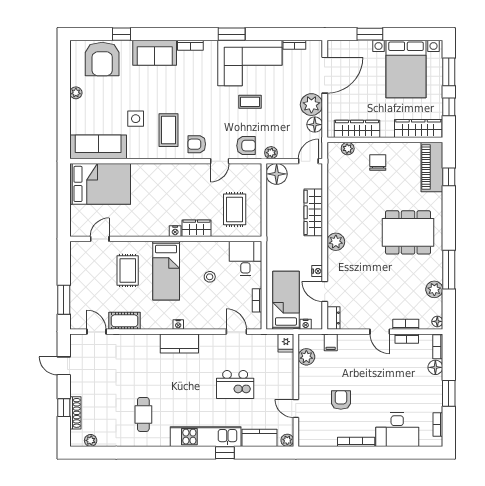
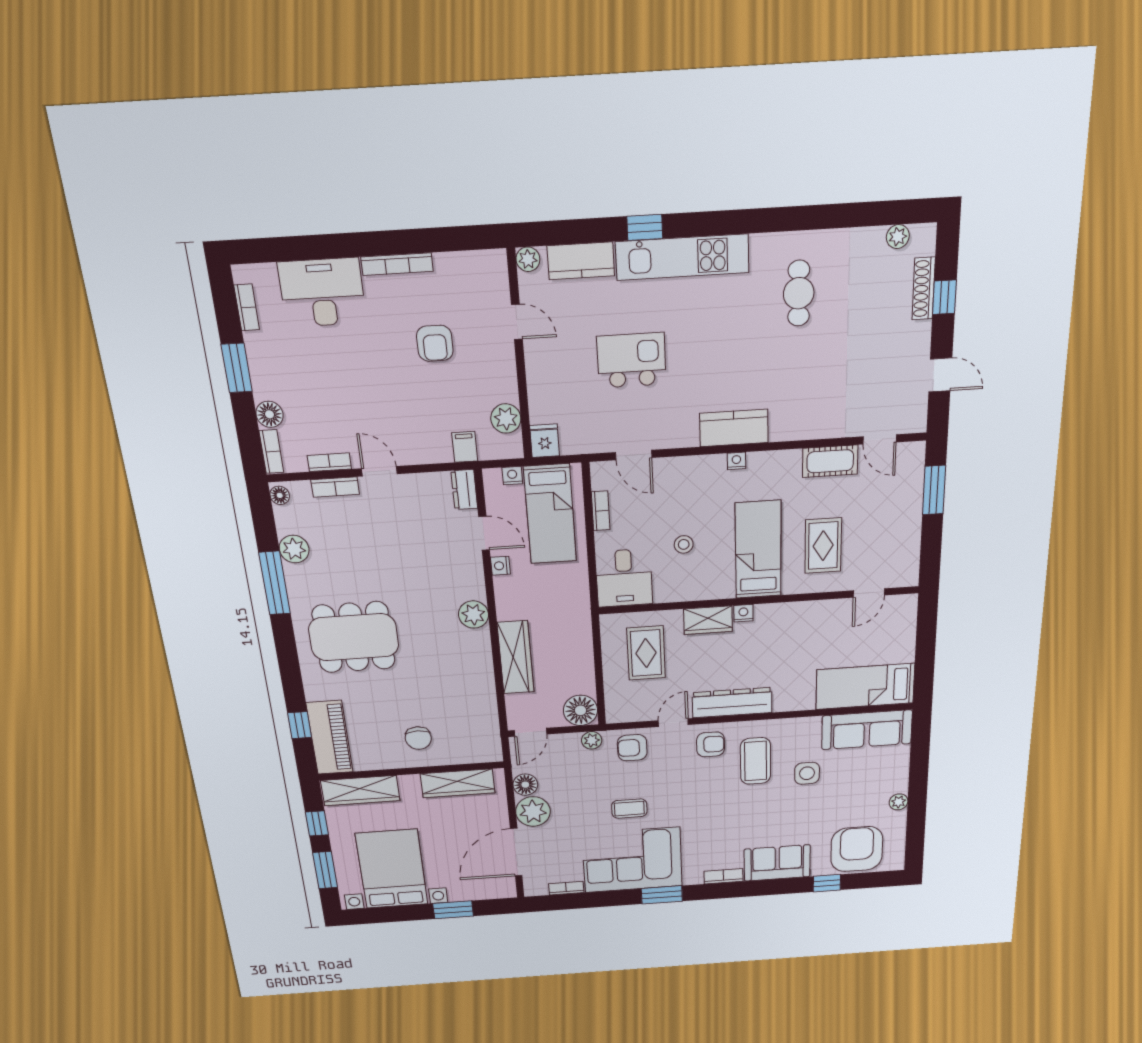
plant: (348, 149) -> (469, 755), removed
dresser: (183, 172) -> (732, 703), added
bed: (100, 184) -> (865, 686), width x0.67

